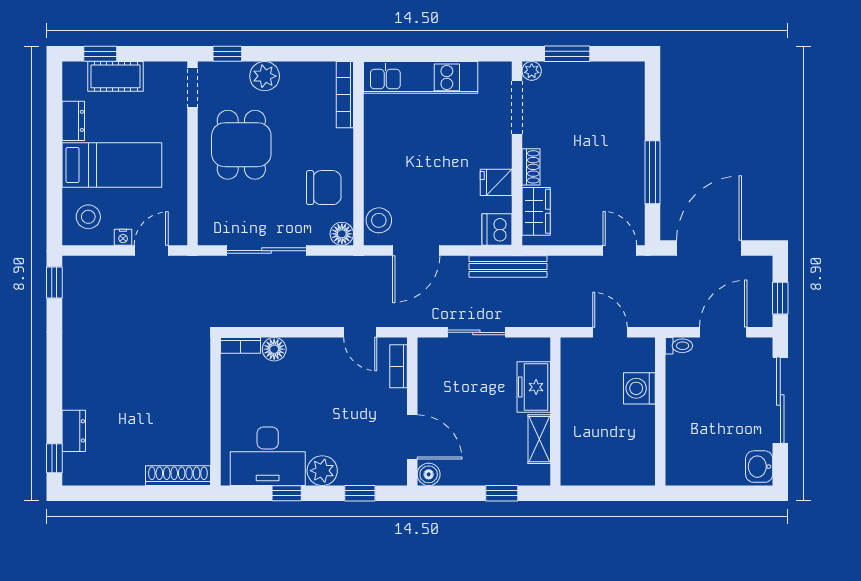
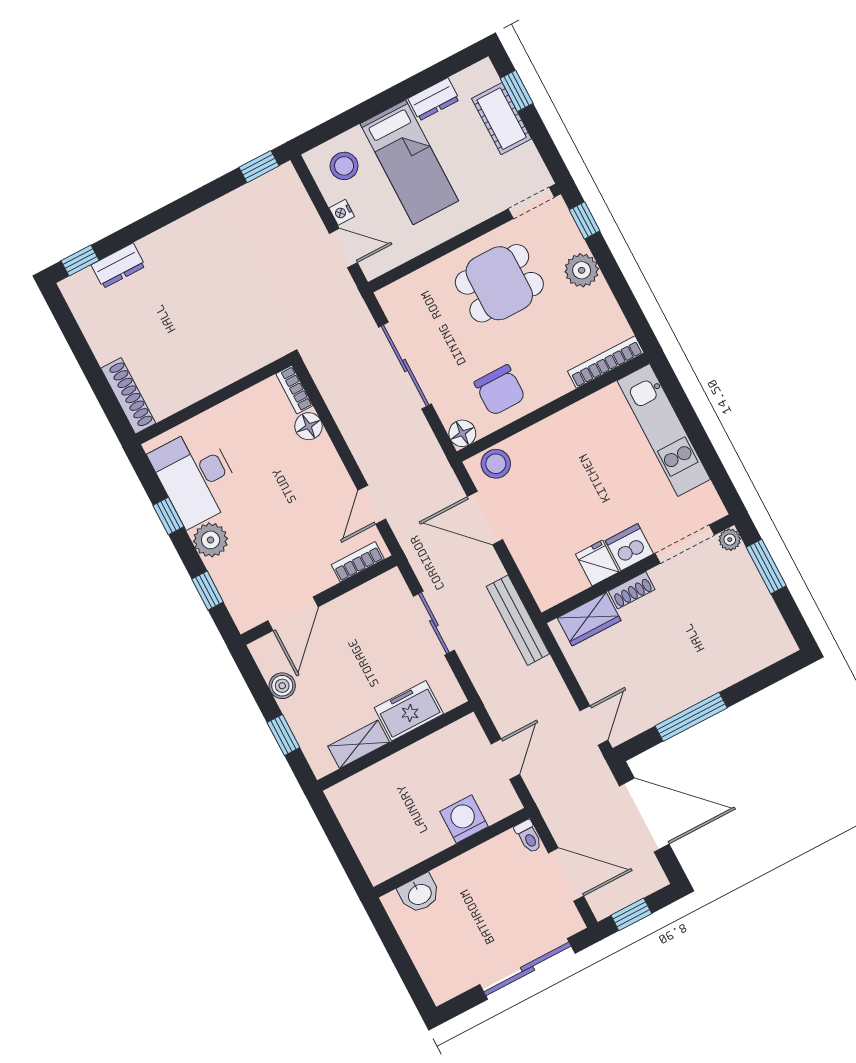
dishwasher: (497, 229) -> (629, 547), moved
washbasin: (759, 467) -> (419, 894), moved, turned 180
boiler: (429, 474) -> (282, 686), moved

